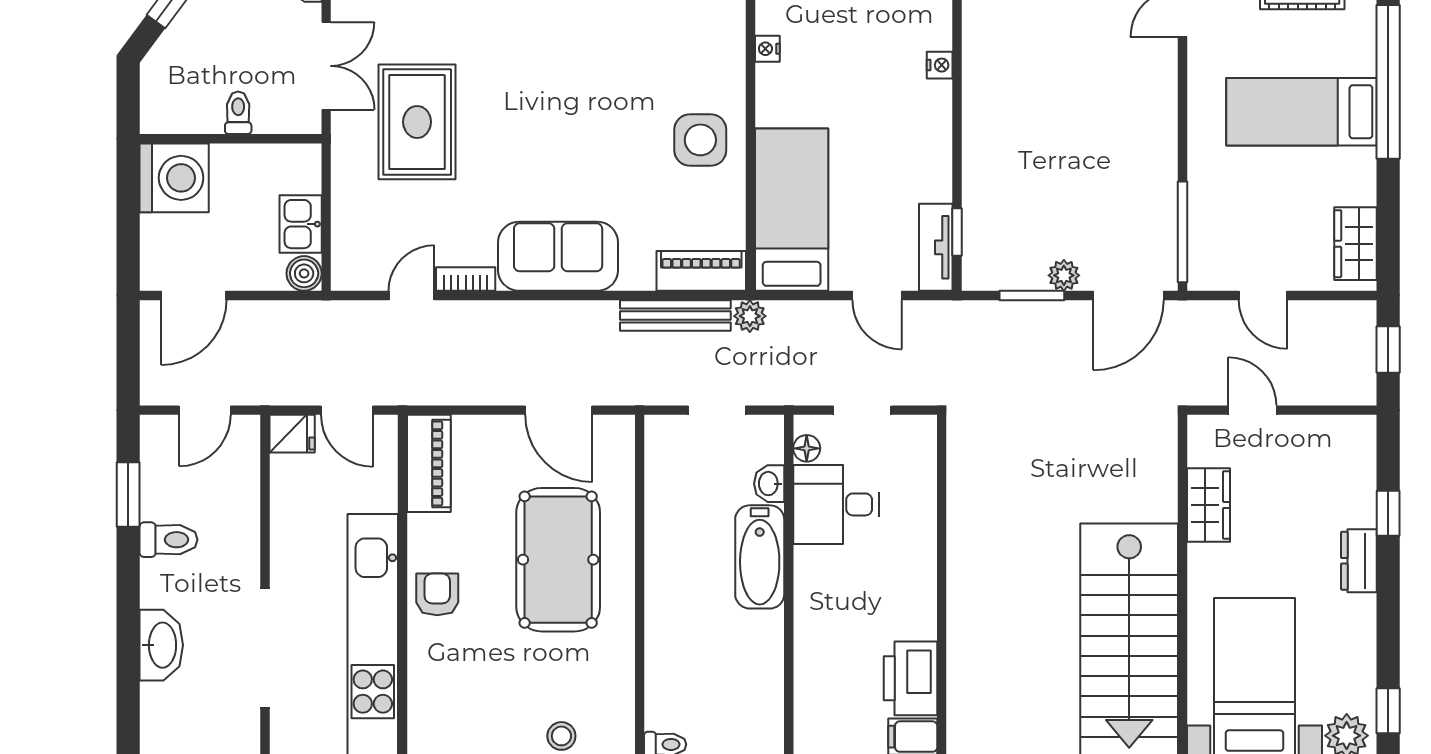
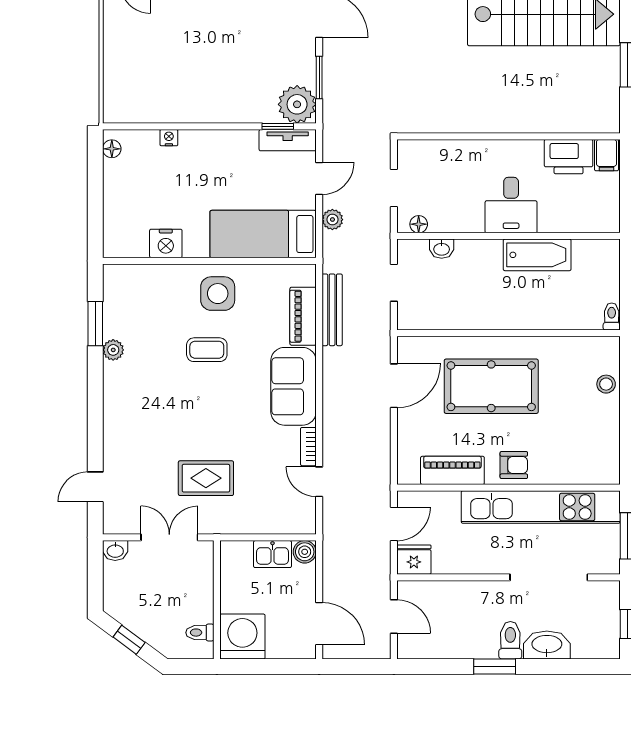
nightstand: (767, 49) -> (166, 243), width x1.89, depth x1.79
toilet: (238, 113) -> (200, 633), moved
rug: (417, 122) -> (206, 478), width x0.73, depth x0.70
coffee table: (614, 123) -> (207, 350), added
piano: (701, 271) -> (303, 316), moved
plant: (1064, 275) -> (297, 104), moved, width x1.87, depth x1.87
plant: (750, 316) -> (332, 220), moved
fridge: (292, 434) -> (414, 560), width x1.38
piano: (429, 463) -> (452, 470), moved
window: (128, 494) -> (495, 667), moved
desk: (836, 504) -> (511, 205), moved
toilet: (168, 540) -> (510, 640), moved
bathtub: (760, 557) -> (537, 255), moved
armchair: (437, 594) -> (514, 465), turned 180

